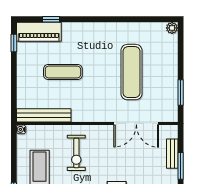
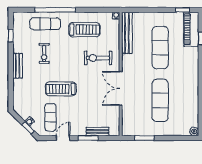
exercise mat: (63, 72) -> (160, 48), width x1.36, depth x1.45
exercise mat: (131, 72) -> (160, 100), turned 90
double door: (136, 123) -> (121, 88), moved

